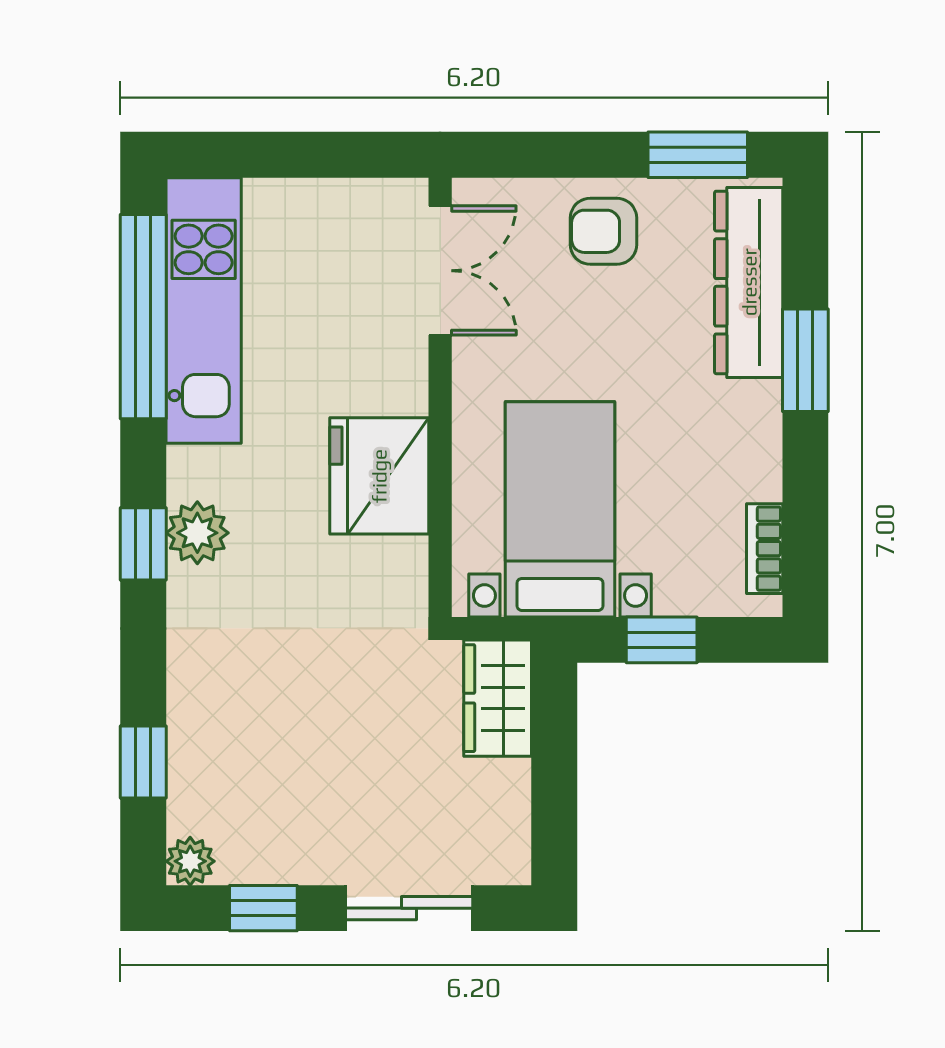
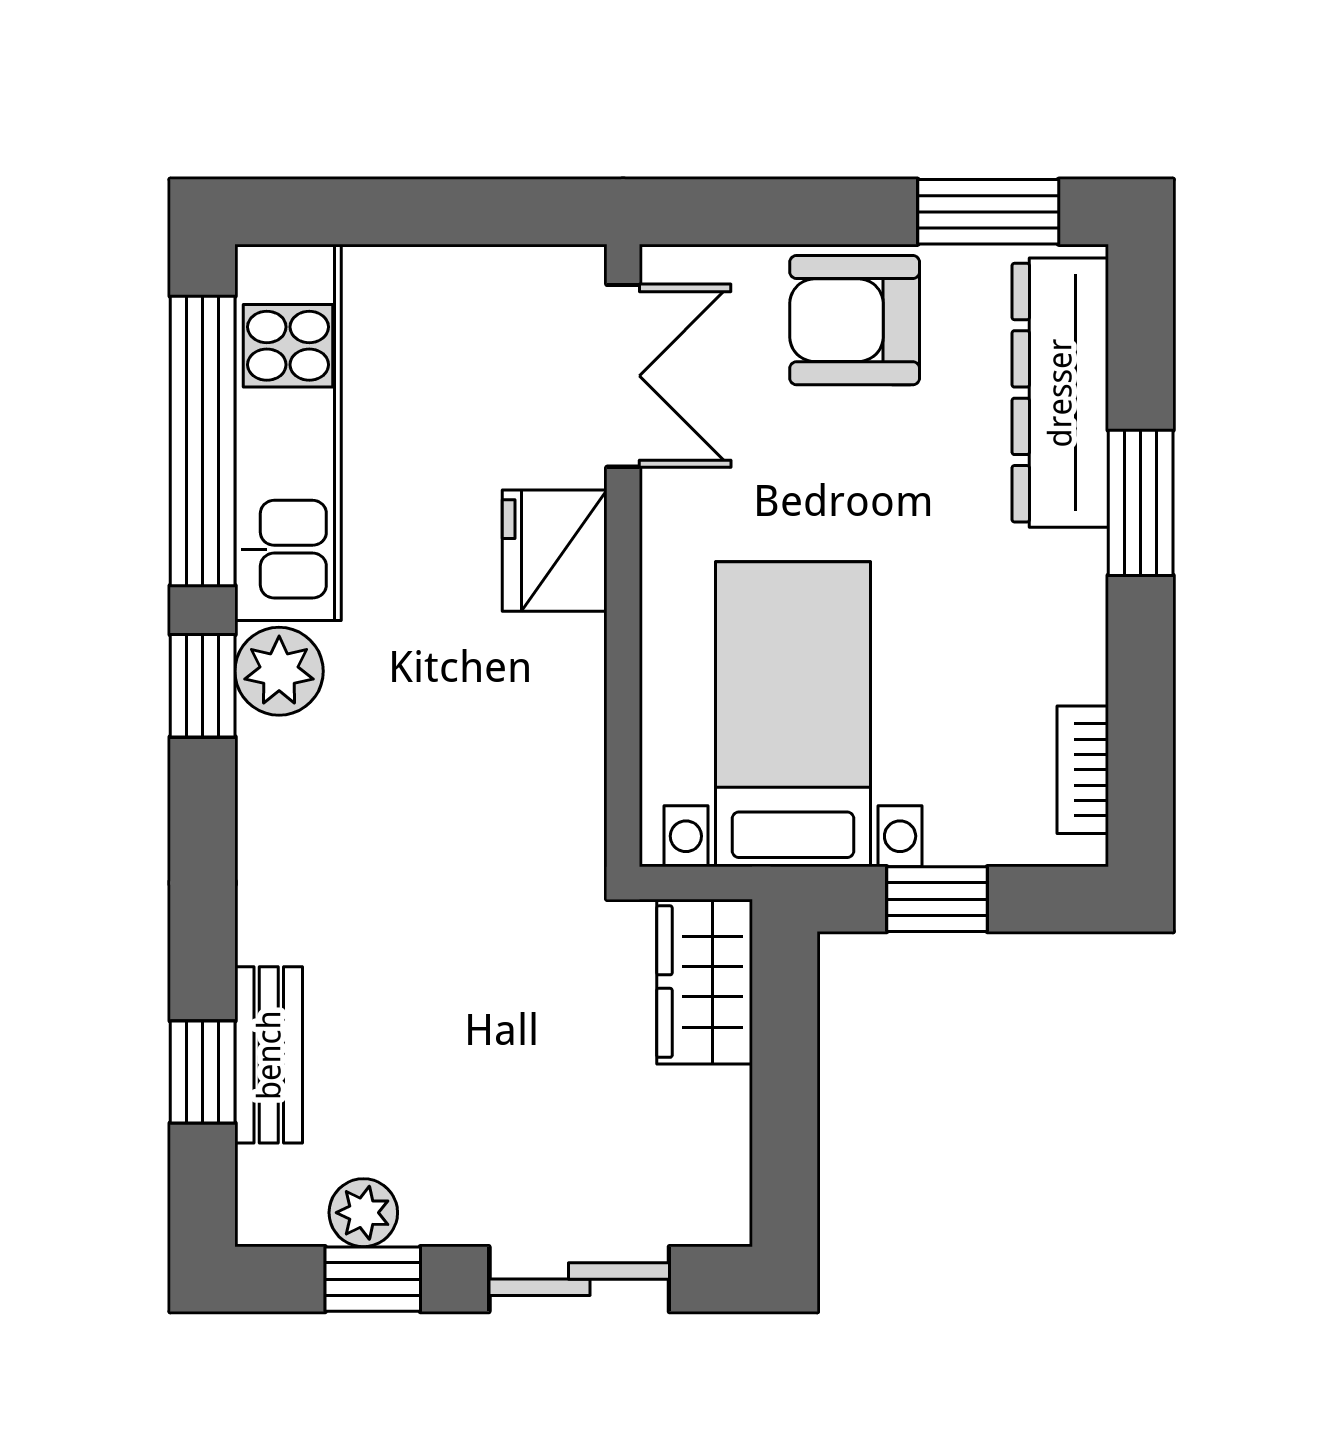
armchair: (604, 231) -> (855, 320), width x1.38, depth x1.38
fridge: (379, 476) -> (555, 551), moved, width x0.73, depth x0.75
plant: (197, 533) -> (279, 671), moved
window: (143, 544) -> (203, 686), moved
bench: (190, 750) -> (269, 1055), added
plant: (190, 861) -> (363, 1213), moved

